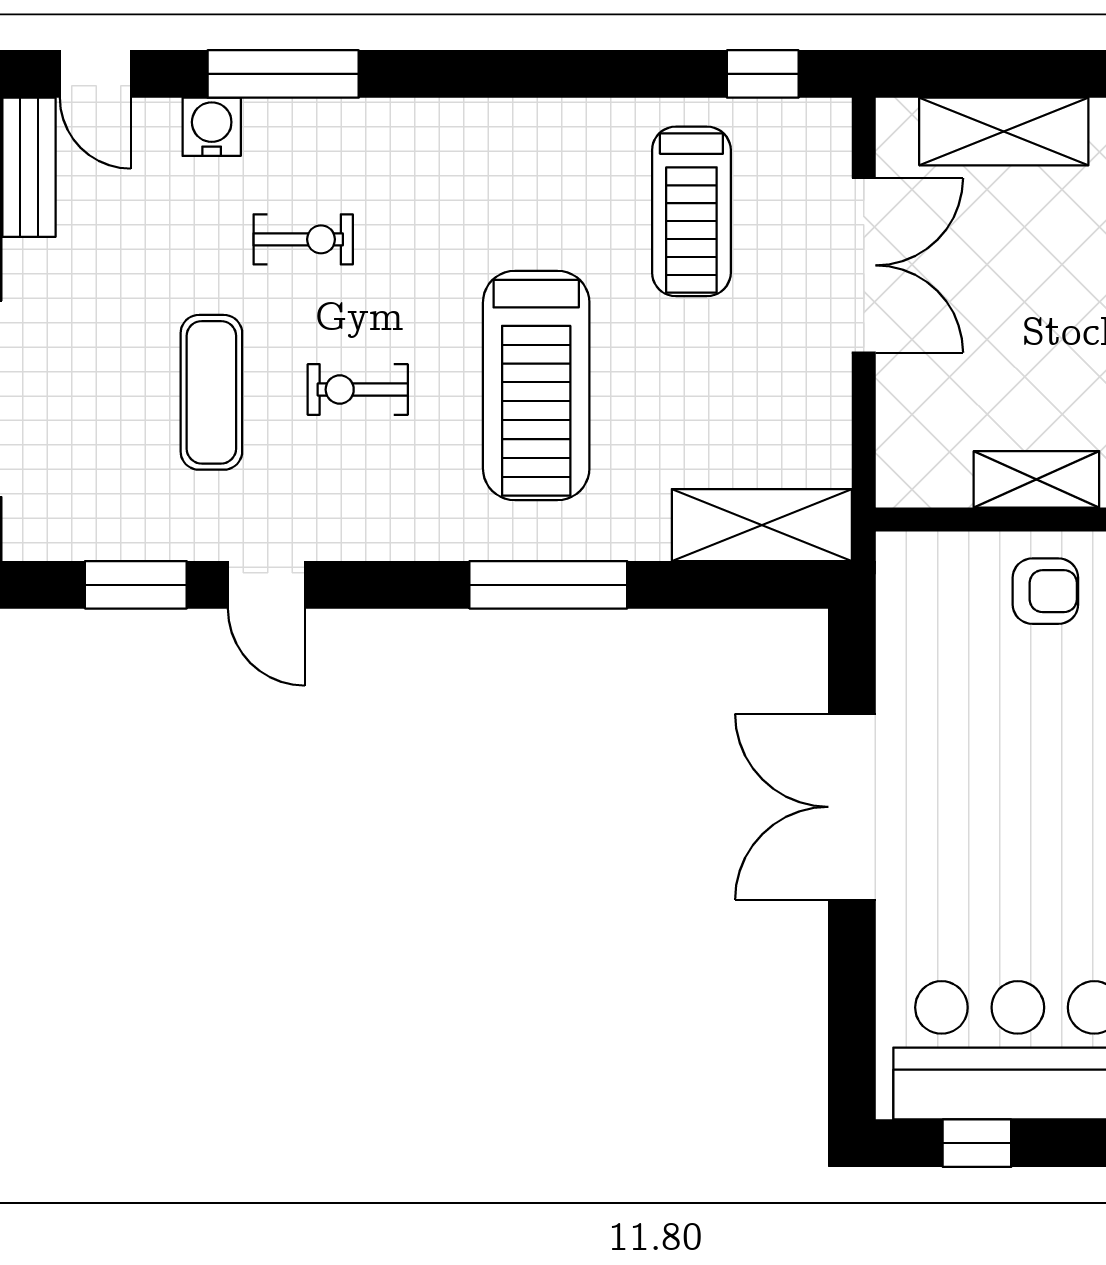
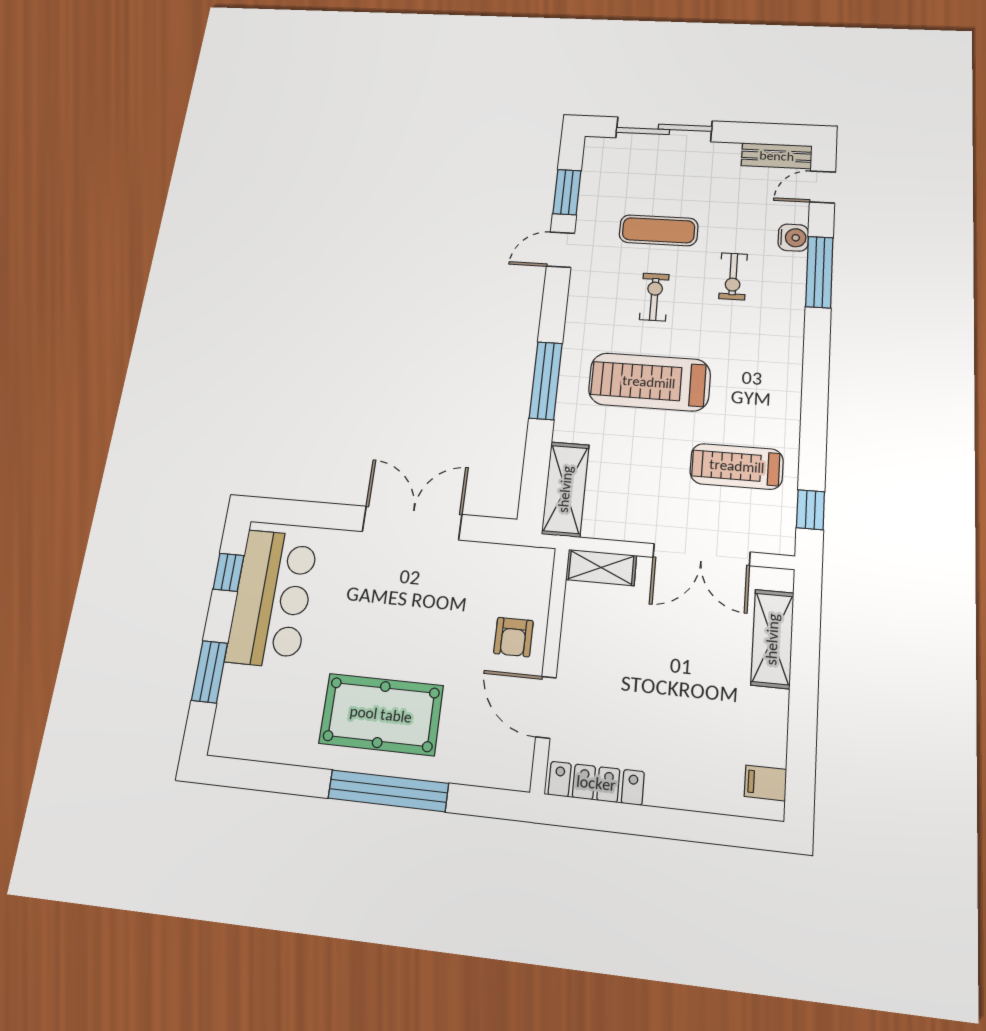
shelving: (1036, 479) -> (601, 567), moved, turned 90

